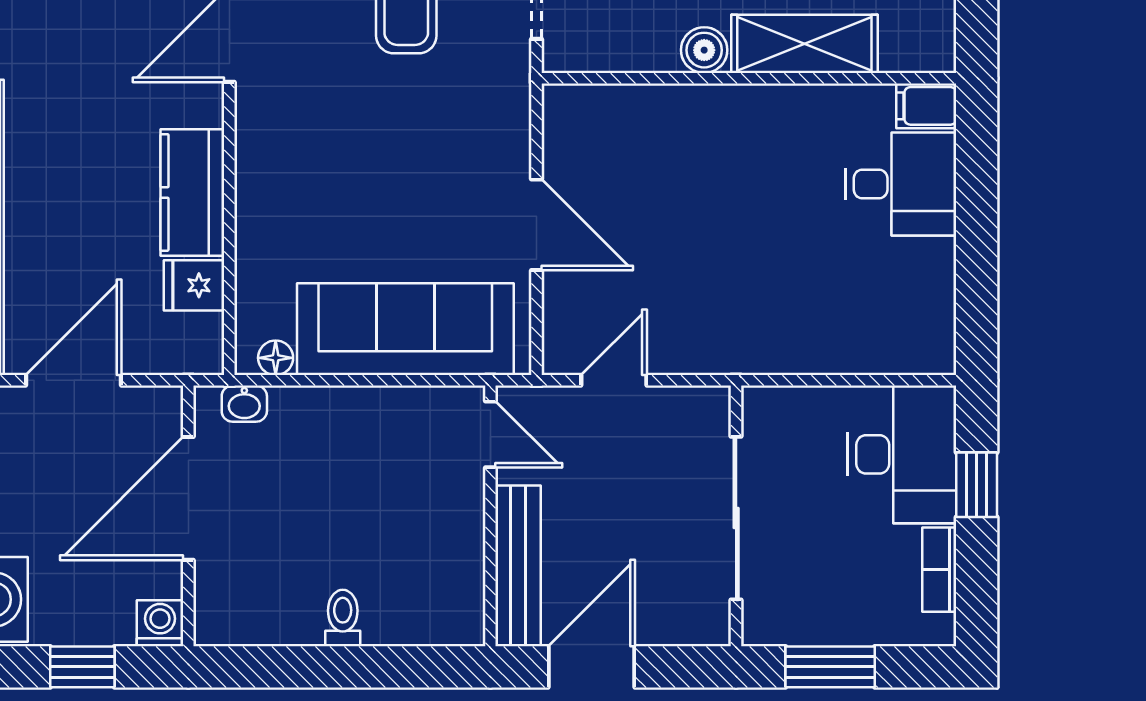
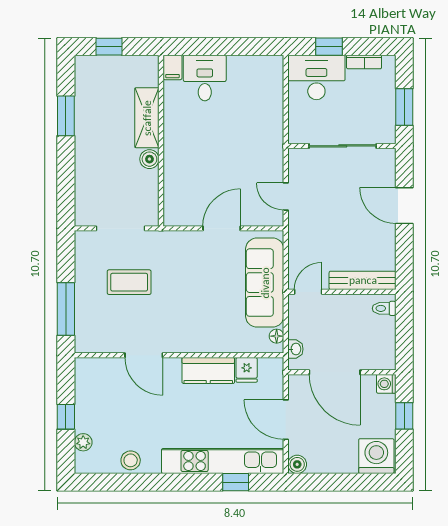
door: (490, 434) -> (308, 292), moved
wall: (490, 516) -> (342, 292), moved
bench: (518, 566) -> (363, 280), moved

